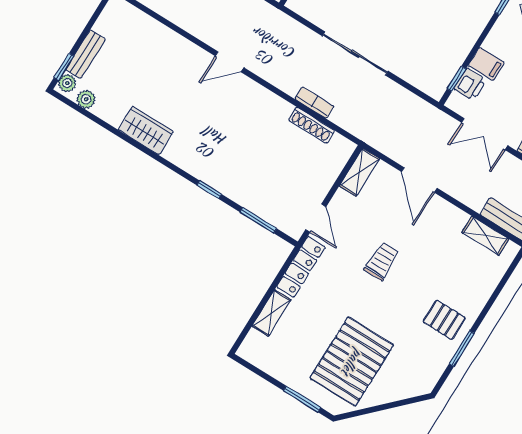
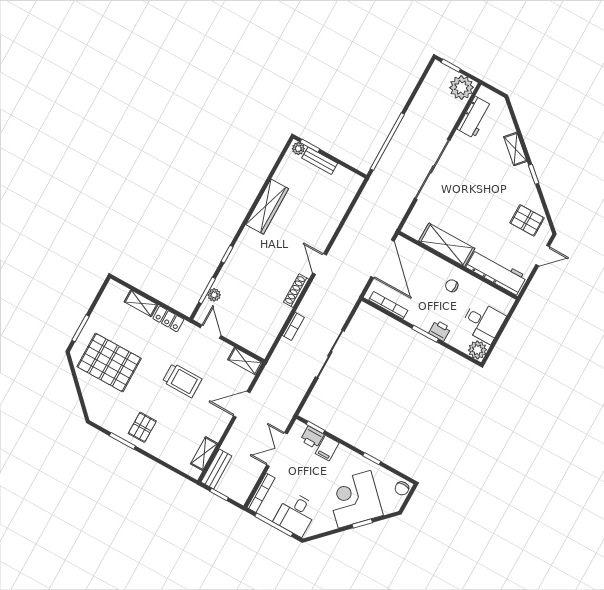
plant: (86, 99) -> (214, 295), moved
shoe rack: (312, 125) -> (296, 291), moved
wardrobe: (146, 131) -> (267, 207), width x1.50
door: (316, 218) -> (211, 332), swing flipped
trolley: (382, 261) -> (182, 380), width x1.36, depth x1.39
locker: (301, 267) -> (168, 319), width x0.66

